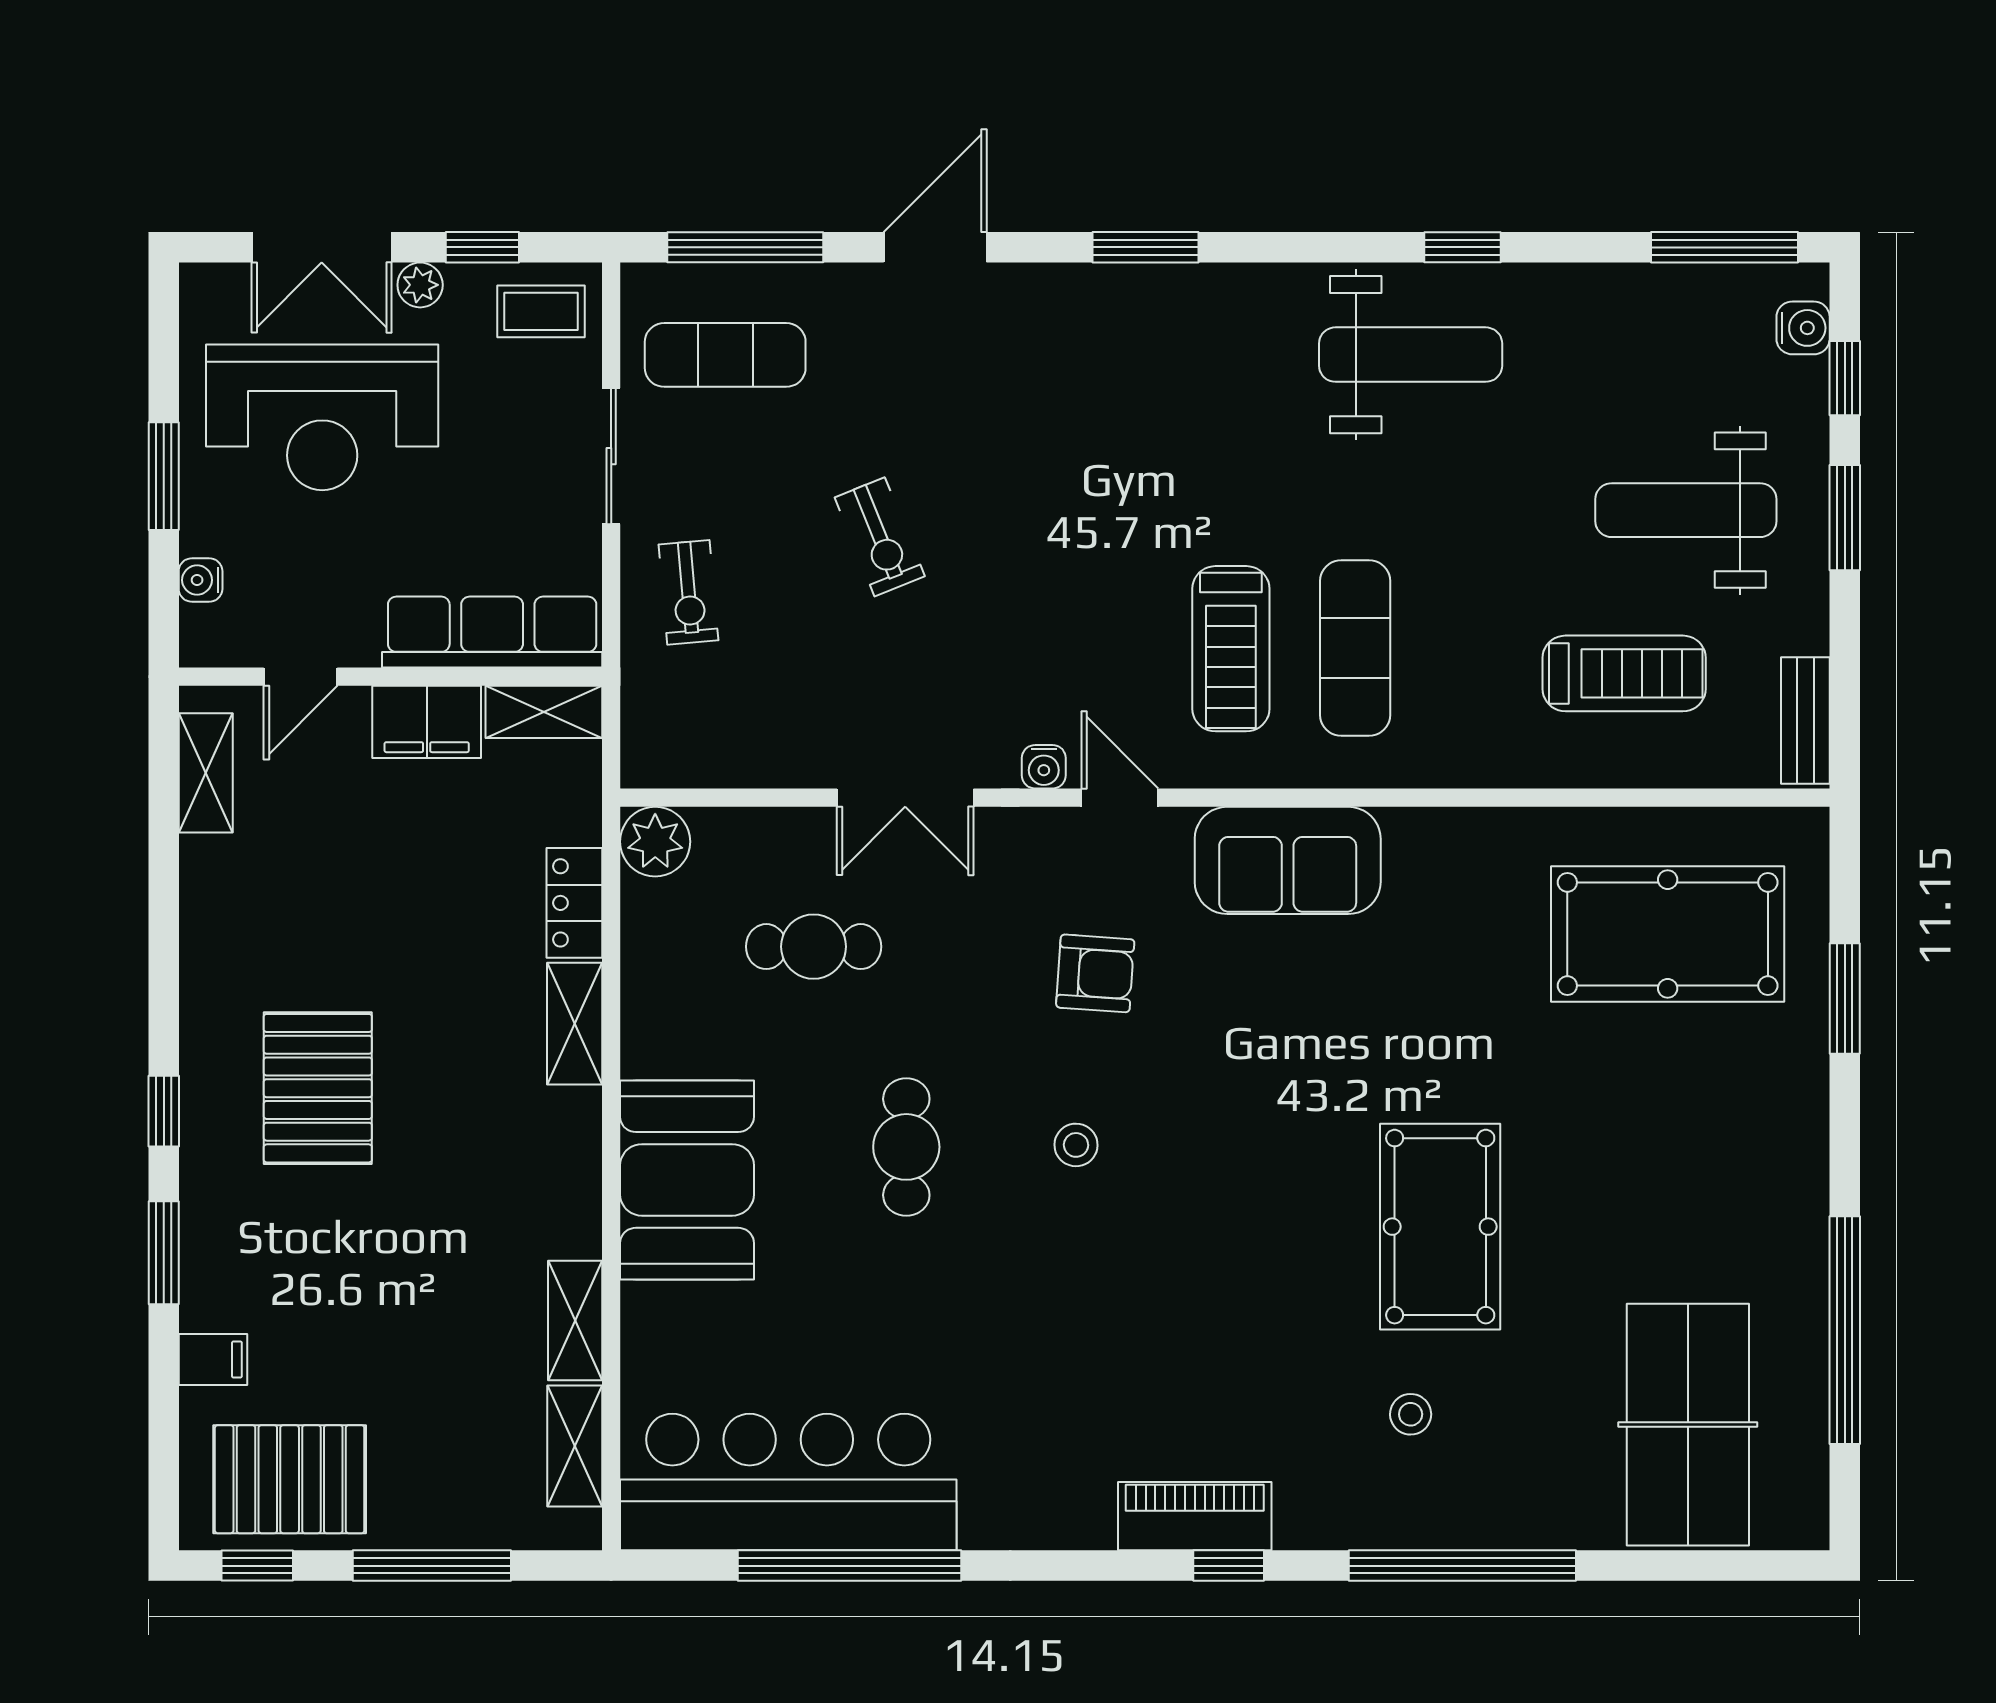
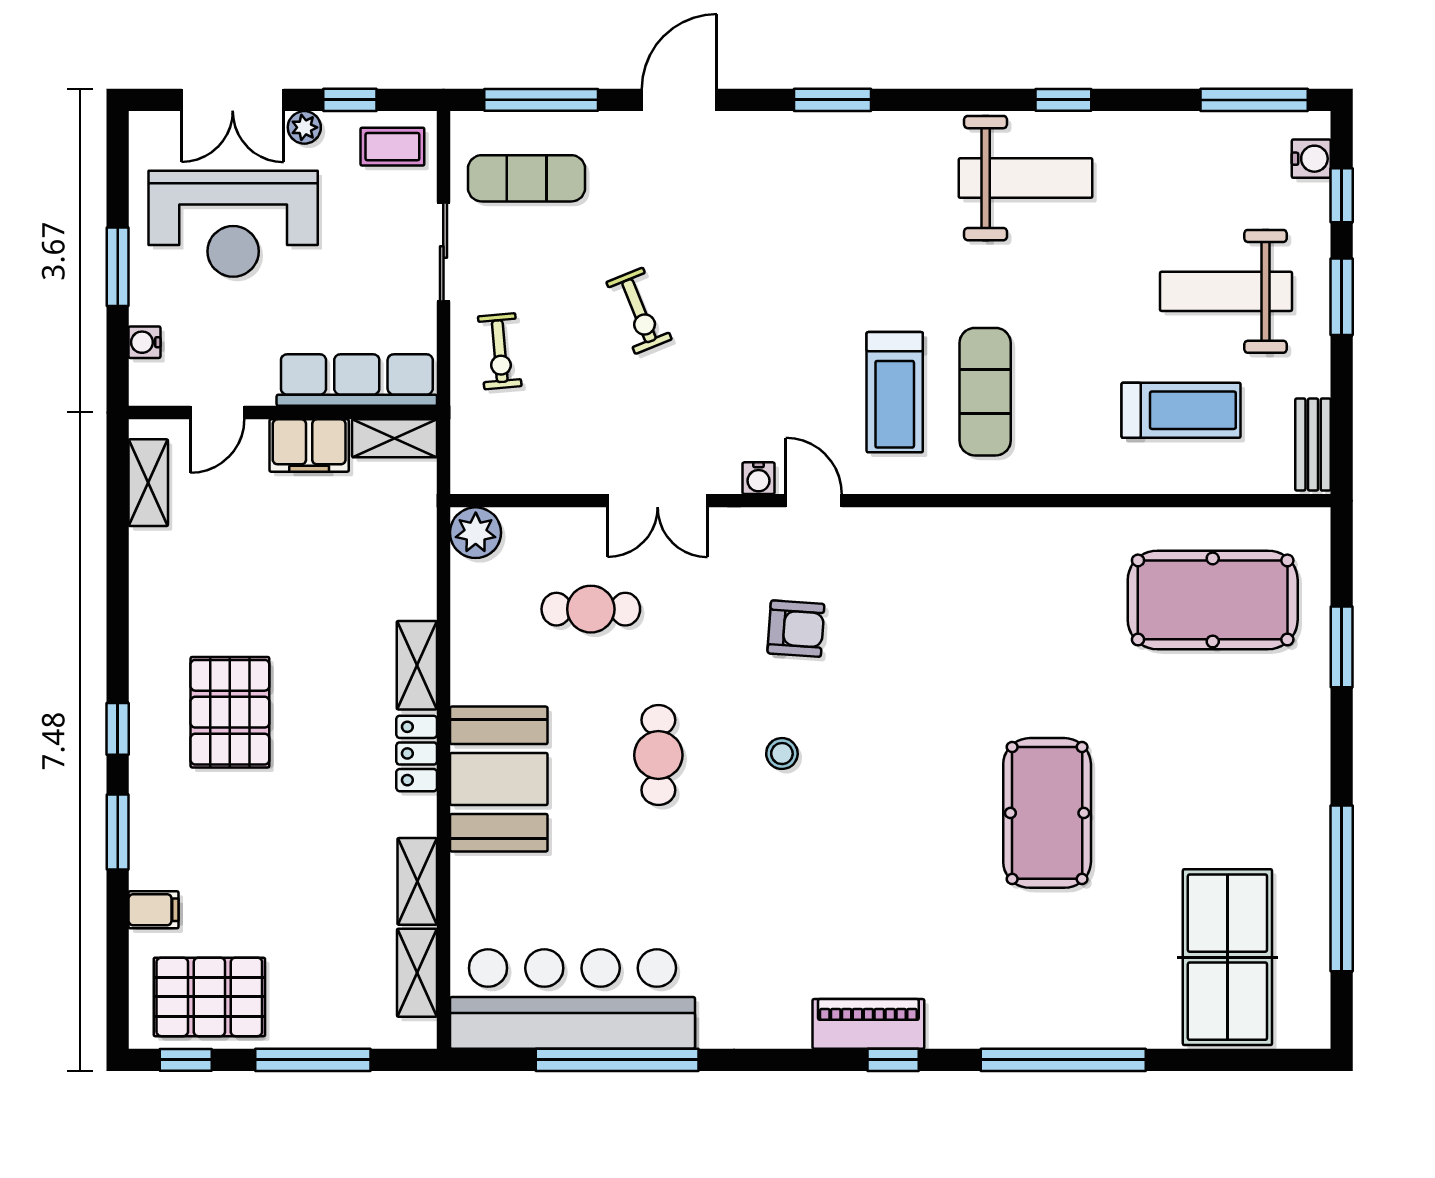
sofa: (1288, 860) -> (936, 546), removed
locker: (574, 903) -> (417, 753), moved
stool: (1411, 1414) -> (1026, 950), removed

